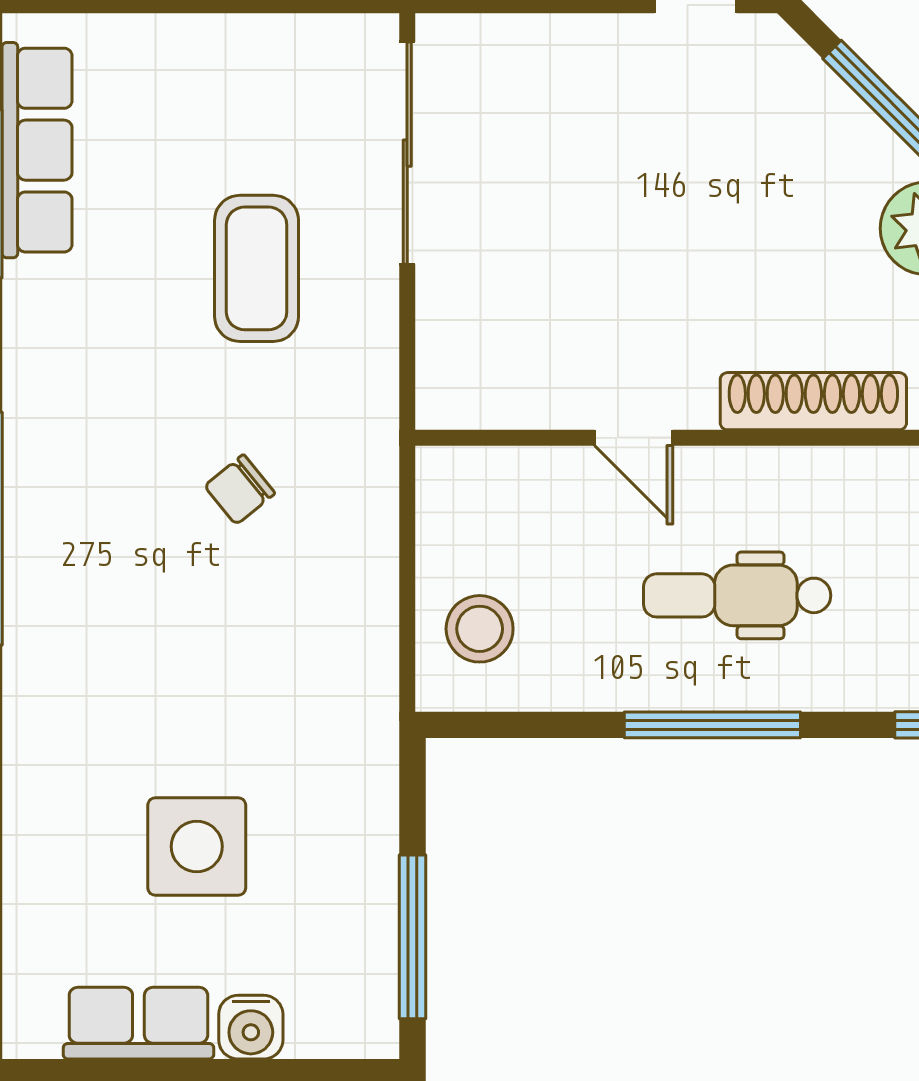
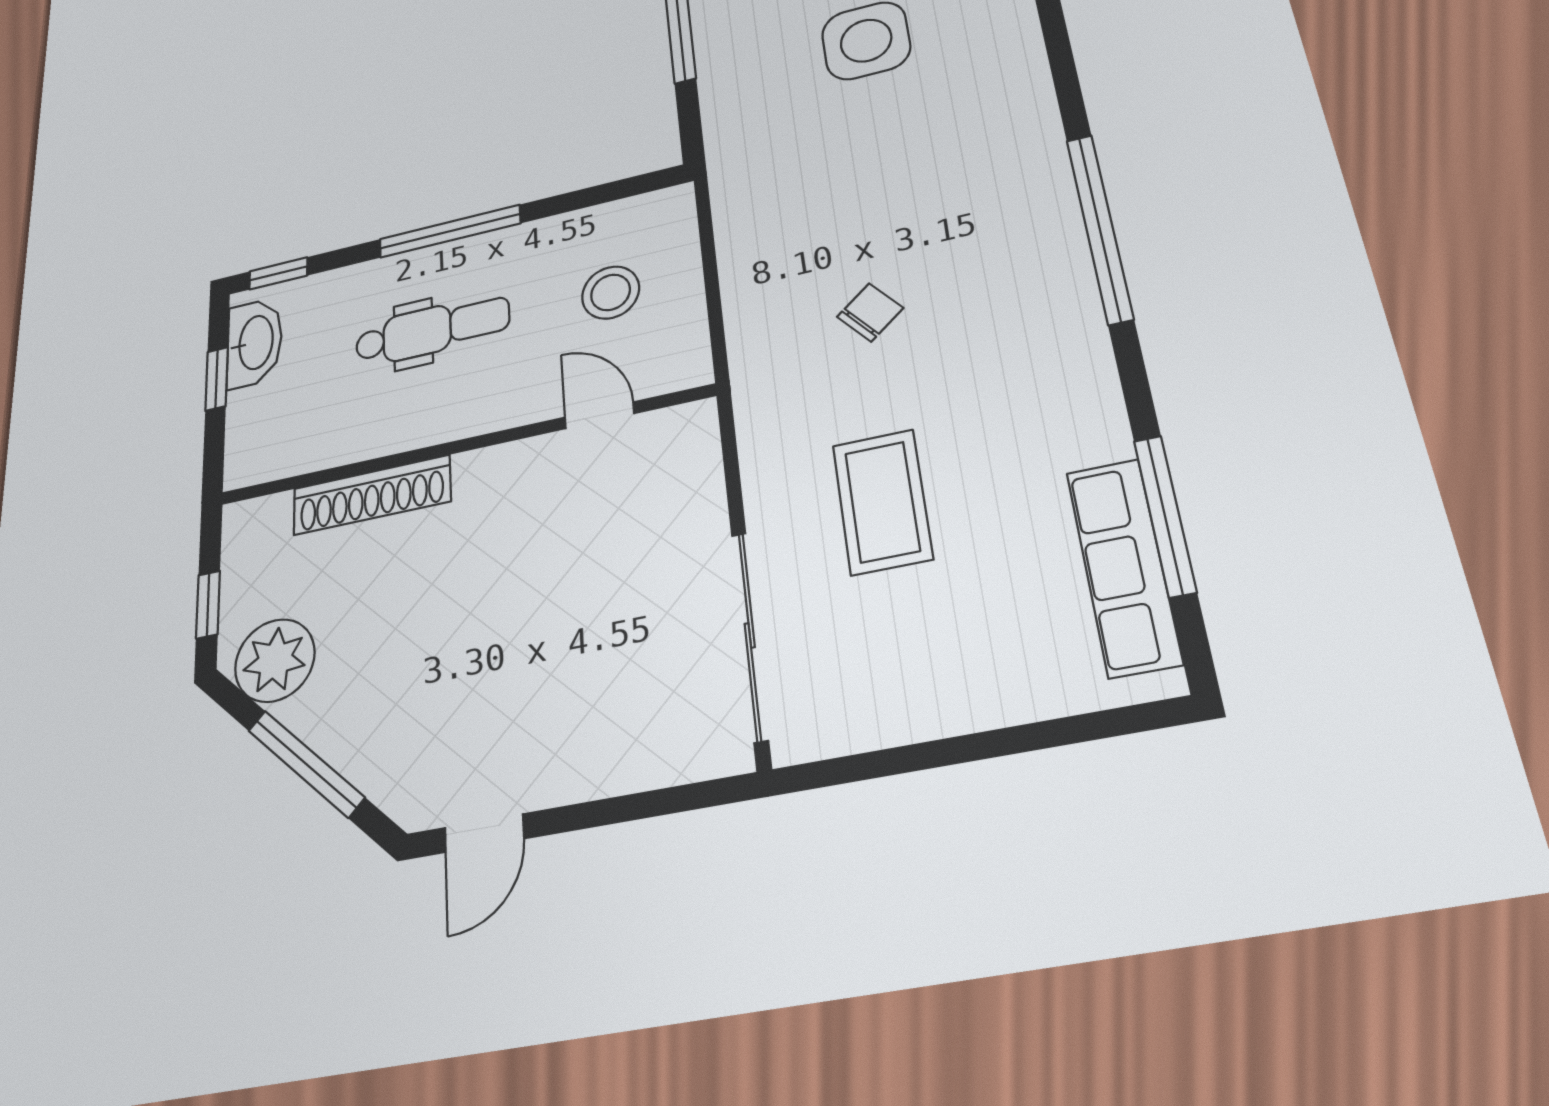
door: (634, 438) -> (599, 415), moved
stool: (480, 629) -> (611, 292), moved

